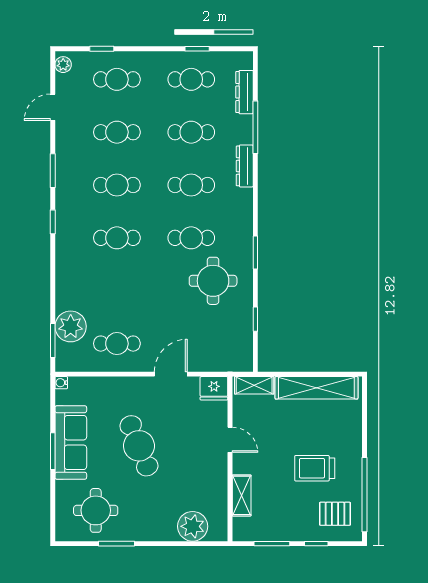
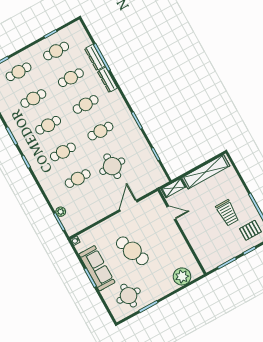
dresser: (245, 92) -> (95, 57), moved
round table: (213, 281) -> (112, 166), moved
plant: (71, 326) -> (61, 212), width x0.53, depth x0.53
cafe table: (117, 344) -> (78, 179), moved
fridge: (214, 388) -> (154, 201), removed
door: (230, 440) -> (171, 213), moved
trolley: (315, 468) -> (227, 213), turned -90
shelving: (242, 495) -> (198, 247), removed

